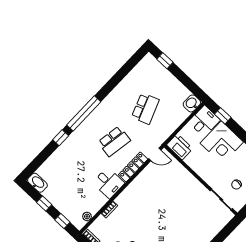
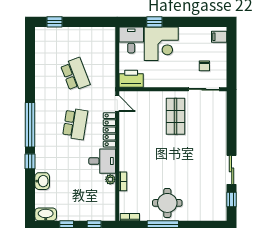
washbasin: (192, 103) -> (42, 181), moved, turned 180
window: (223, 116) -> (154, 22), moved
door: (155, 154) -> (117, 104), hinge flipped
shop shelf: (186, 200) -> (176, 116), added
plant: (87, 216) -> (110, 179), moved

